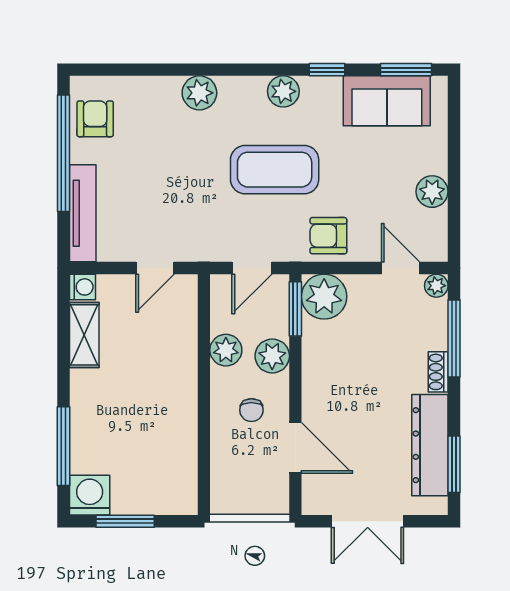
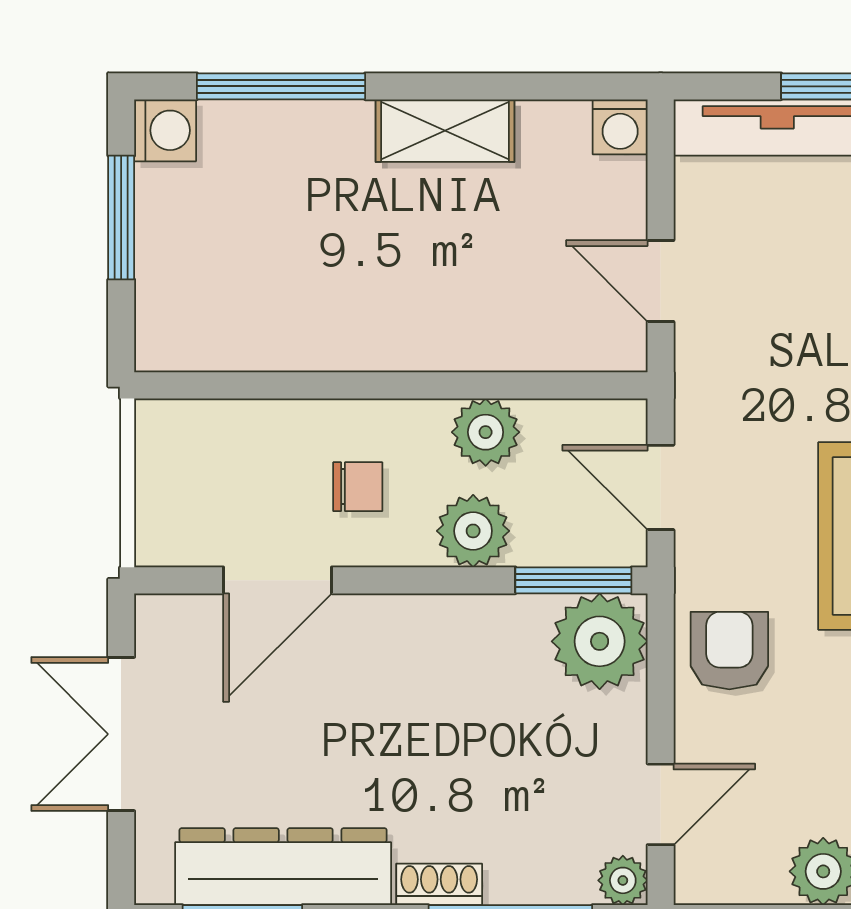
shelving: (84, 335) -> (445, 131), moved
chair: (251, 410) -> (358, 487), turned 180
washing machine: (90, 495) -> (165, 130), width x0.73, depth x0.73

